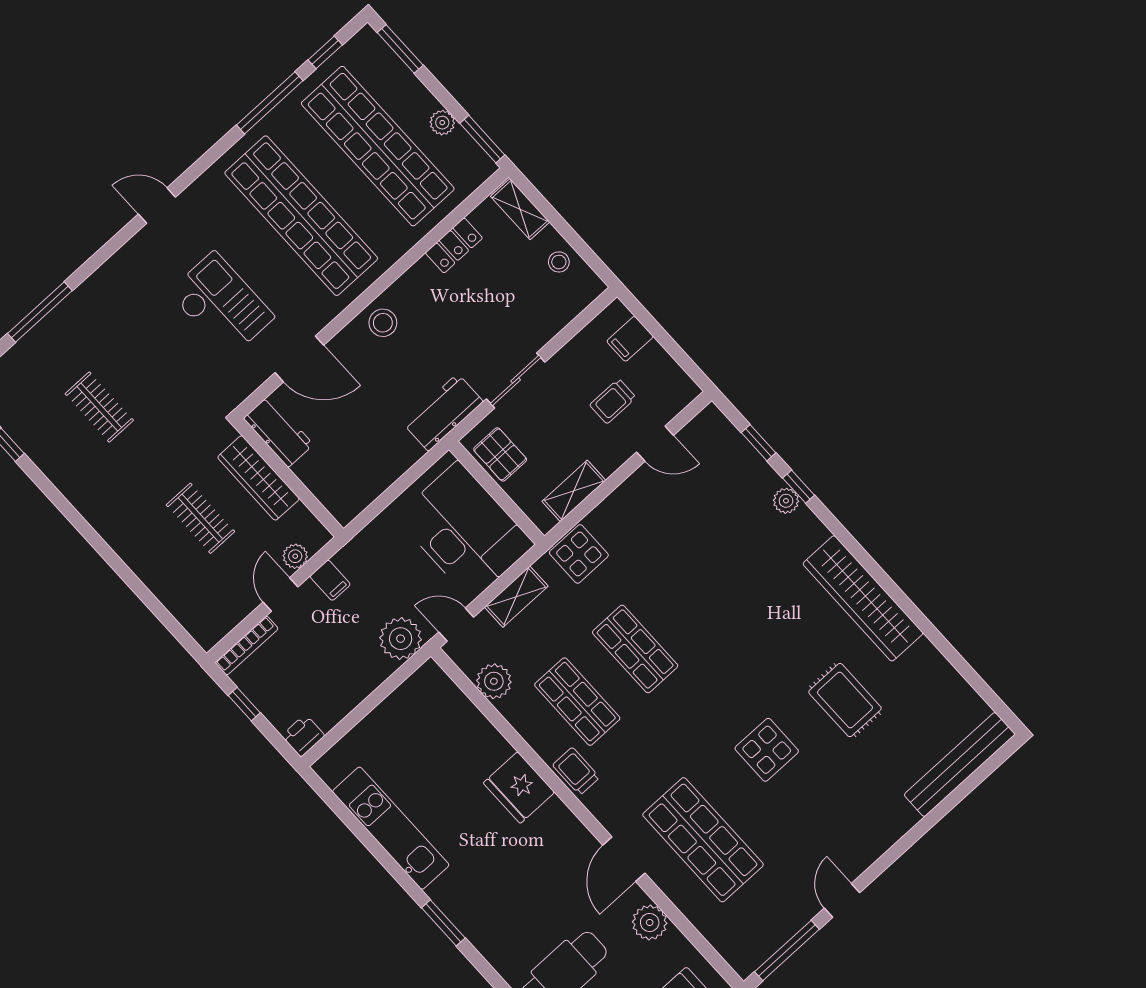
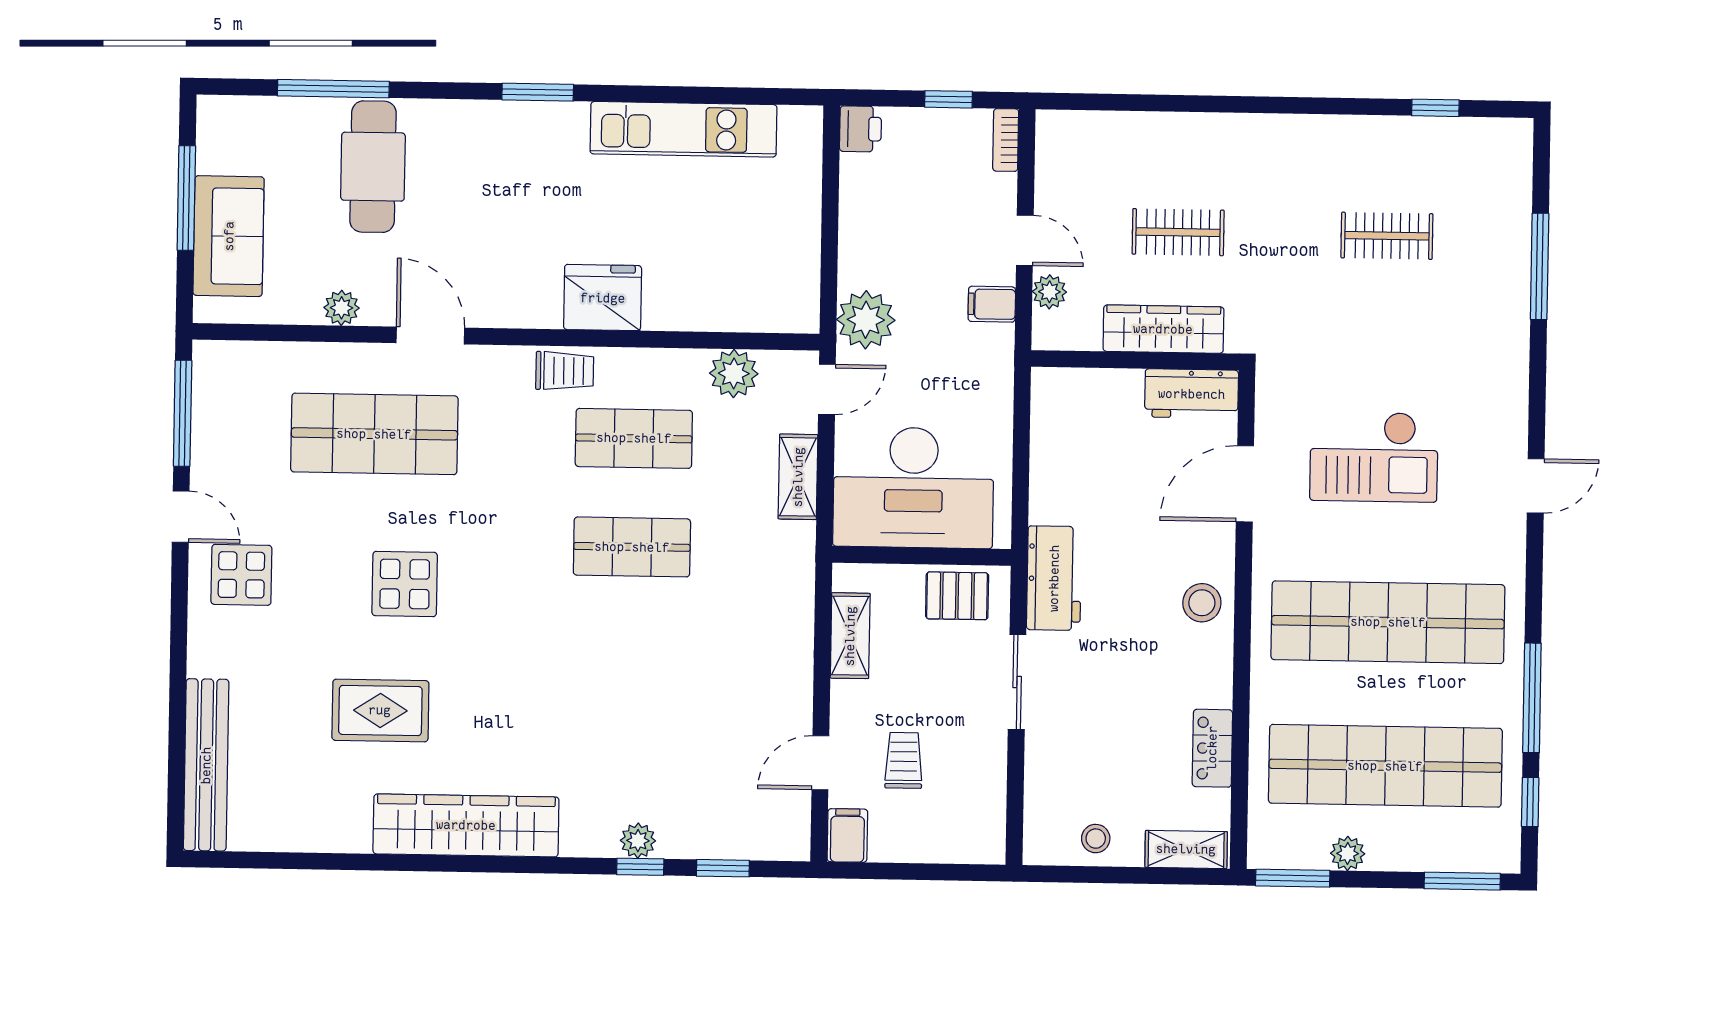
filing cabinet: (630, 339) -> (847, 835), moved
display table: (579, 554) -> (241, 575), moved
bookcase: (247, 646) -> (1006, 140), width x0.64
plant: (650, 922) -> (342, 308), width x0.73, depth x0.73

